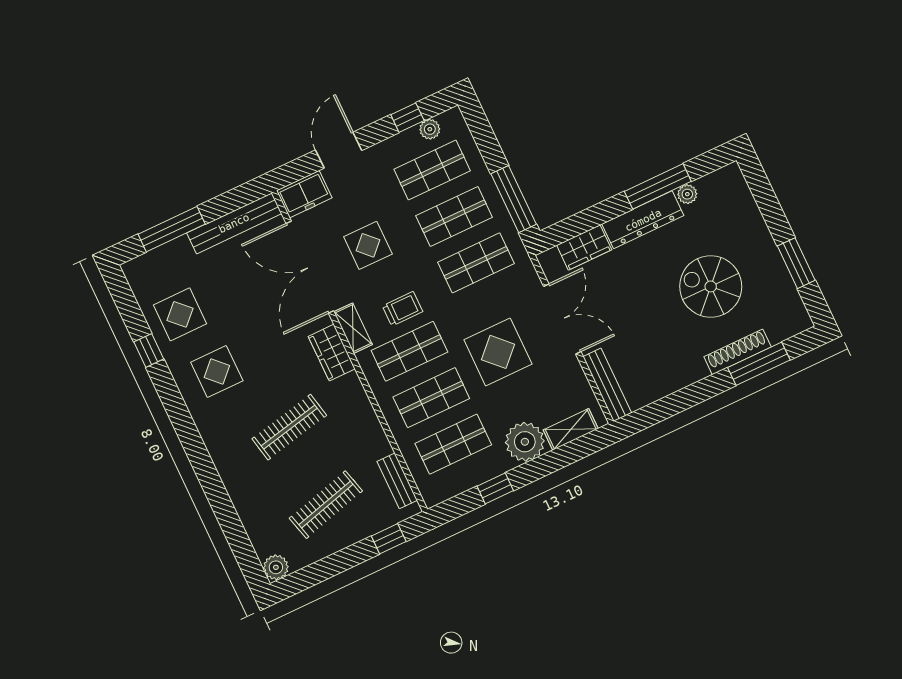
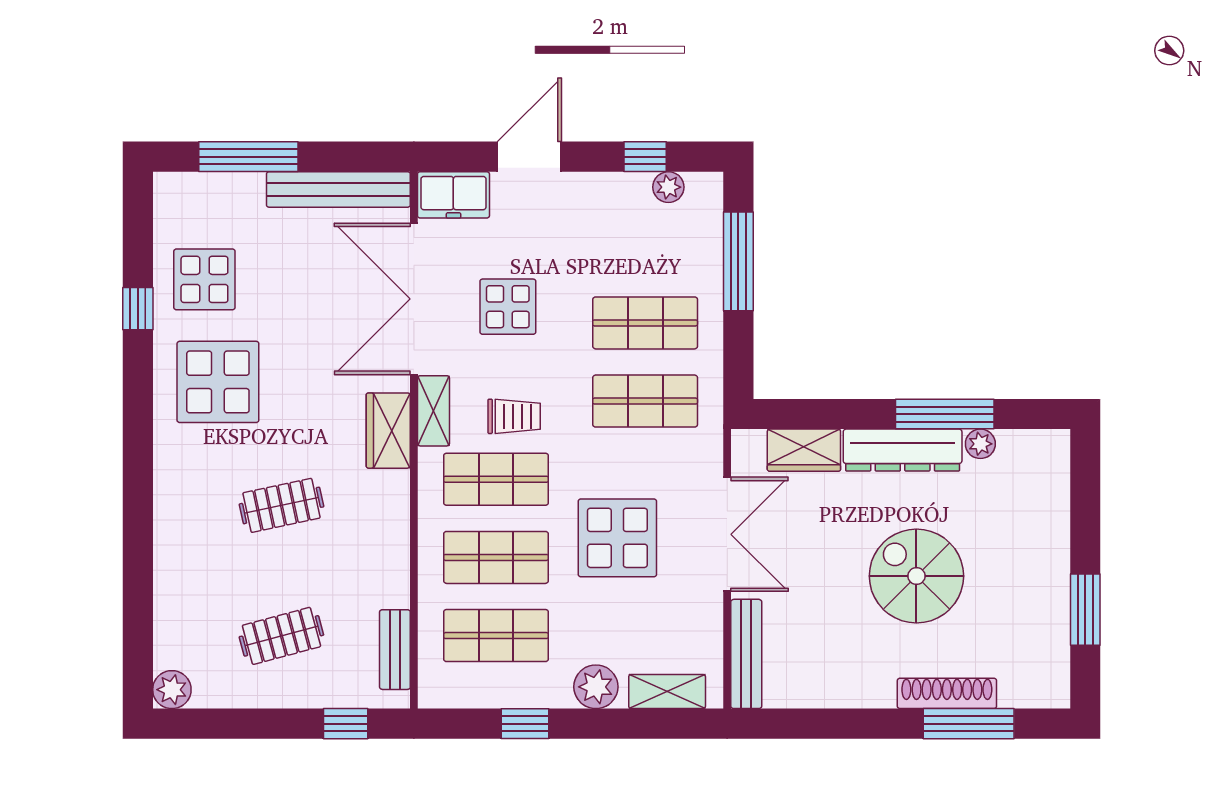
shop shelf: (432, 170) -> (645, 245), removed
window: (514, 199) -> (738, 261), moved
spiral stairs: (711, 286) -> (916, 576), moved
display table: (217, 372) -> (218, 382), width x1.36, depth x1.36
clothes rail: (289, 427) -> (281, 505), width x0.73
plant: (525, 442) -> (596, 687), width x0.73, depth x0.73
clothes rail: (326, 505) -> (281, 636), width x0.73

